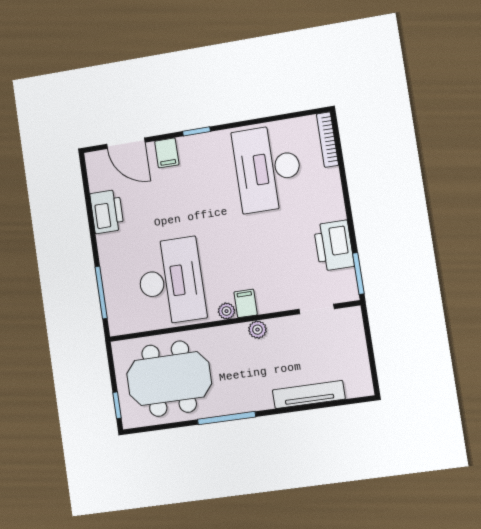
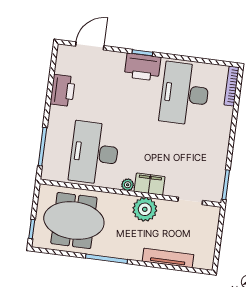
door: (126, 143) -> (90, 46), swing flipped
filing cabinet: (167, 153) -> (117, 62), removed
printer: (334, 246) -> (142, 67), moved, turned -90
desk: (171, 281) -> (94, 153), turned 180
filing cabinet: (246, 303) -> (150, 184), width x2.00
plant: (257, 330) -> (145, 209), width x1.88, depth x1.88

